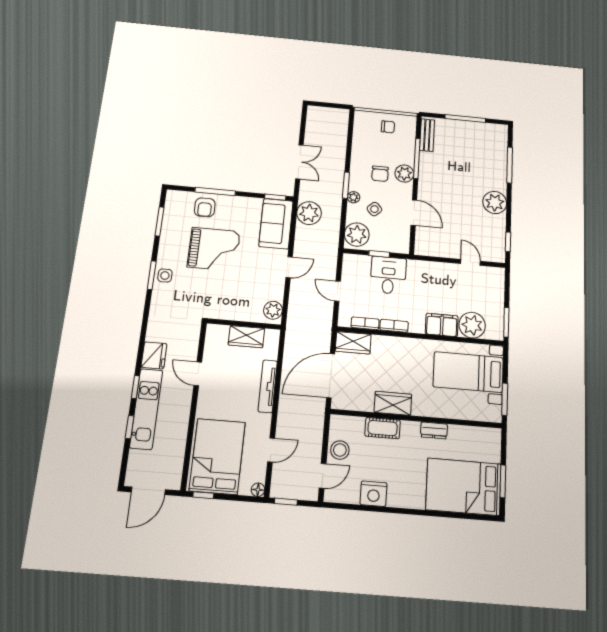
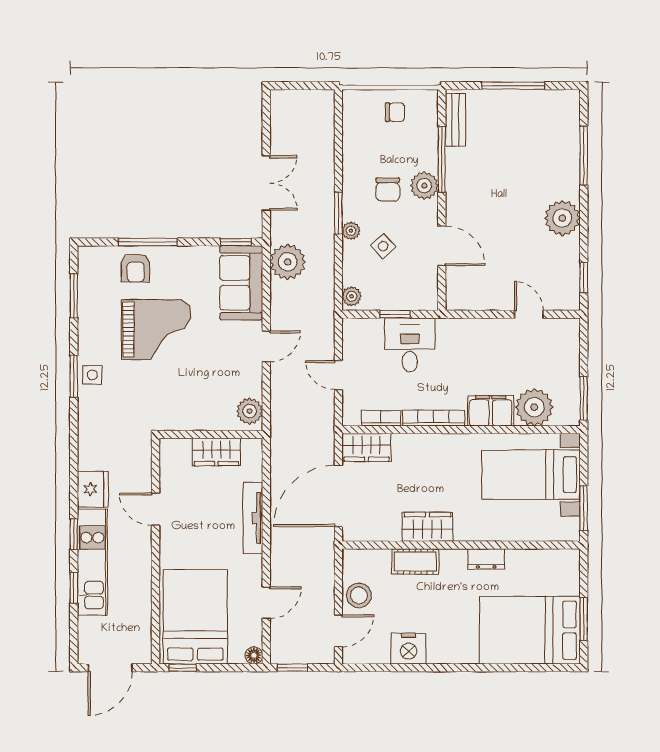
plant: (357, 235) -> (352, 296), width x0.53, depth x0.53
bookcase: (394, 326) -> (434, 418), width x1.56

